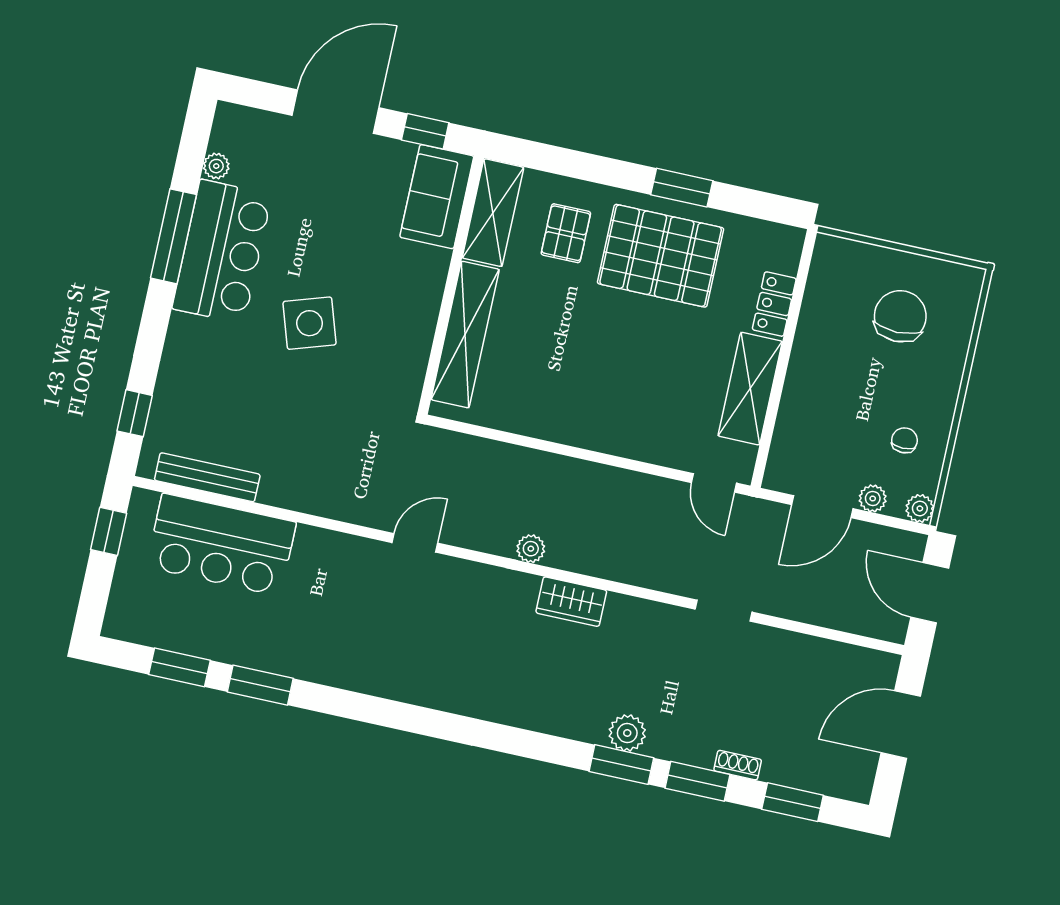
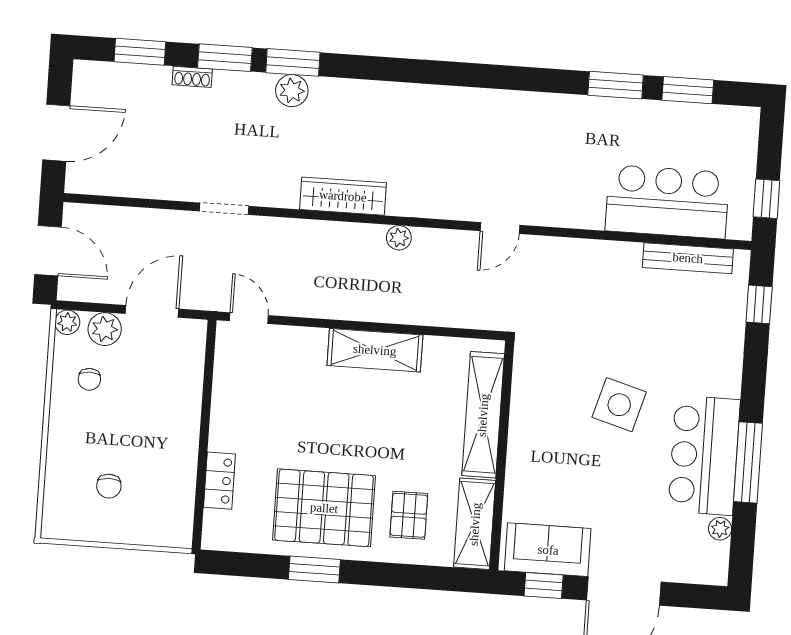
sofa: (437, 197) -> (548, 550), moved, turned -90
chair: (900, 316) -> (109, 486), width x0.54, depth x0.54
side table: (310, 323) -> (619, 405), turned 34
shelving: (750, 389) -> (375, 350), moved, turned 90
plant: (873, 498) -> (105, 329), width x1.38, depth x1.38
wardrobe: (571, 602) -> (343, 196), width x1.50

